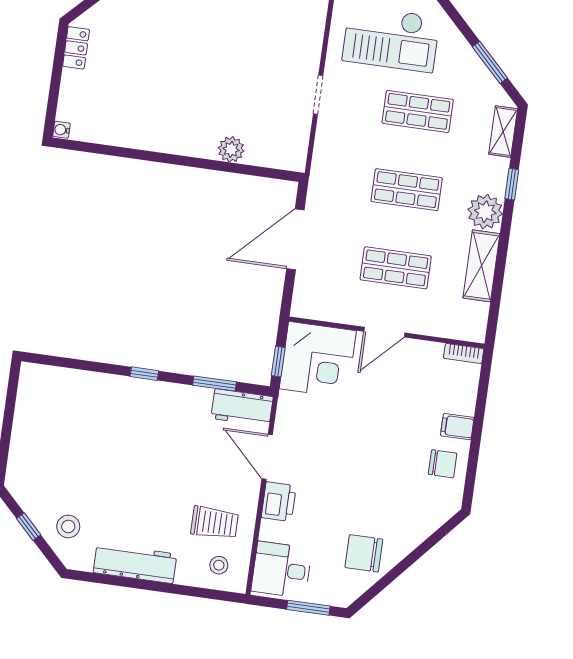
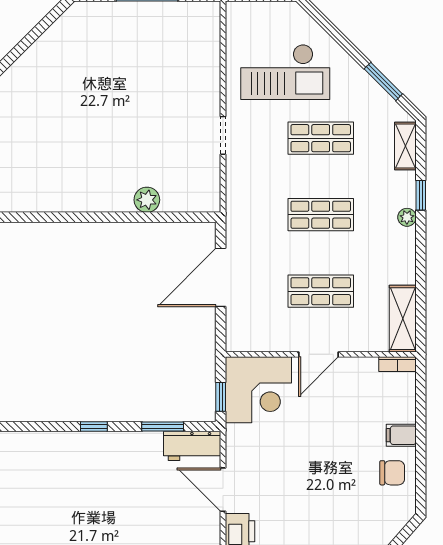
plant: (485, 212) -> (407, 217), width x0.53, depth x0.53
shelving: (481, 266) -> (403, 319), moved

